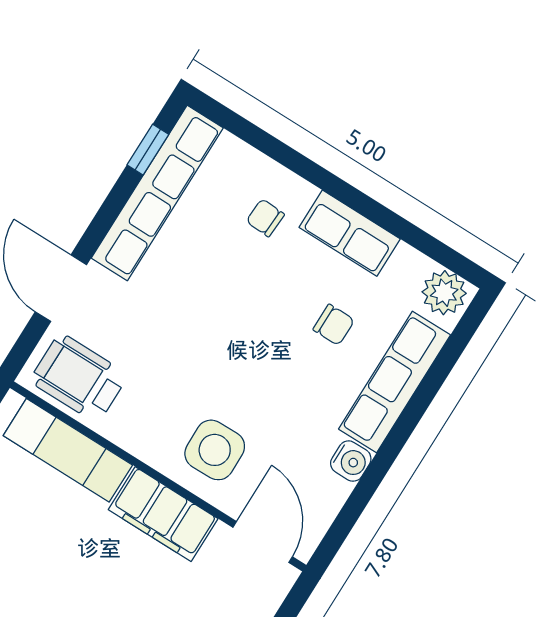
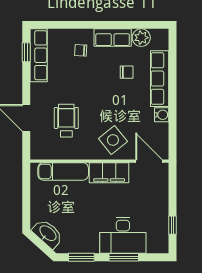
row of seats: (157, 193) -> (39, 55), width x0.73
plant: (444, 293) -> (141, 38), moved
wheelchair: (79, 378) -> (66, 121), moved, turned 90
side table: (215, 450) -> (113, 140), turned -38

